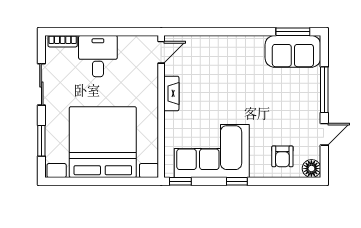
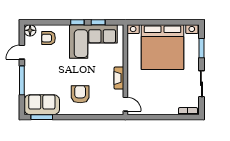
door: (161, 52) -> (125, 104), swing flipped
desk: (98, 56) -> (166, 102), removed
armchair: (233, 68) -> (80, 94), added
armchair: (282, 156) -> (48, 38), turned -90
window: (180, 181) -> (98, 22), moved

